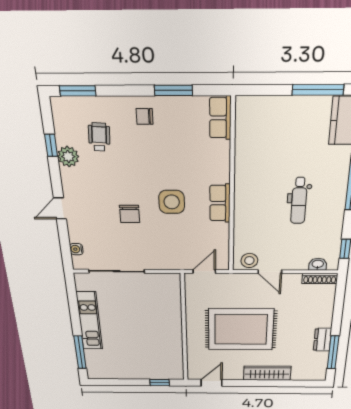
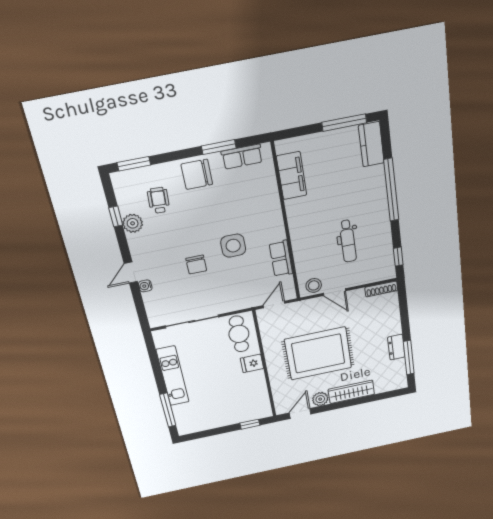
chair: (145, 116) -> (197, 174), width x1.87, depth x1.87
row of seats: (220, 118) -> (242, 157), moved, turned -90
filing cabinet: (248, 138) -> (292, 176), added
dental chair: (299, 201) -> (348, 241), moved
row of seats: (220, 203) -> (281, 259), moved
water cooler: (76, 249) -> (145, 286), moved
washbasin: (318, 264) -> (377, 276), removed
cafe table: (163, 294) -> (239, 334), added
fridge: (172, 325) -> (252, 363), added
plant: (234, 373) -> (320, 399), added

